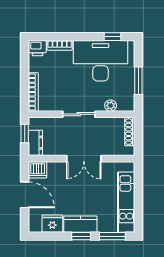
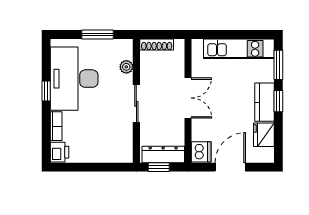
window: (112, 37) -> (46, 91), moved
bookcase: (33, 92) -> (110, 157), removed
dresser: (35, 143) -> (163, 154), width x1.44

